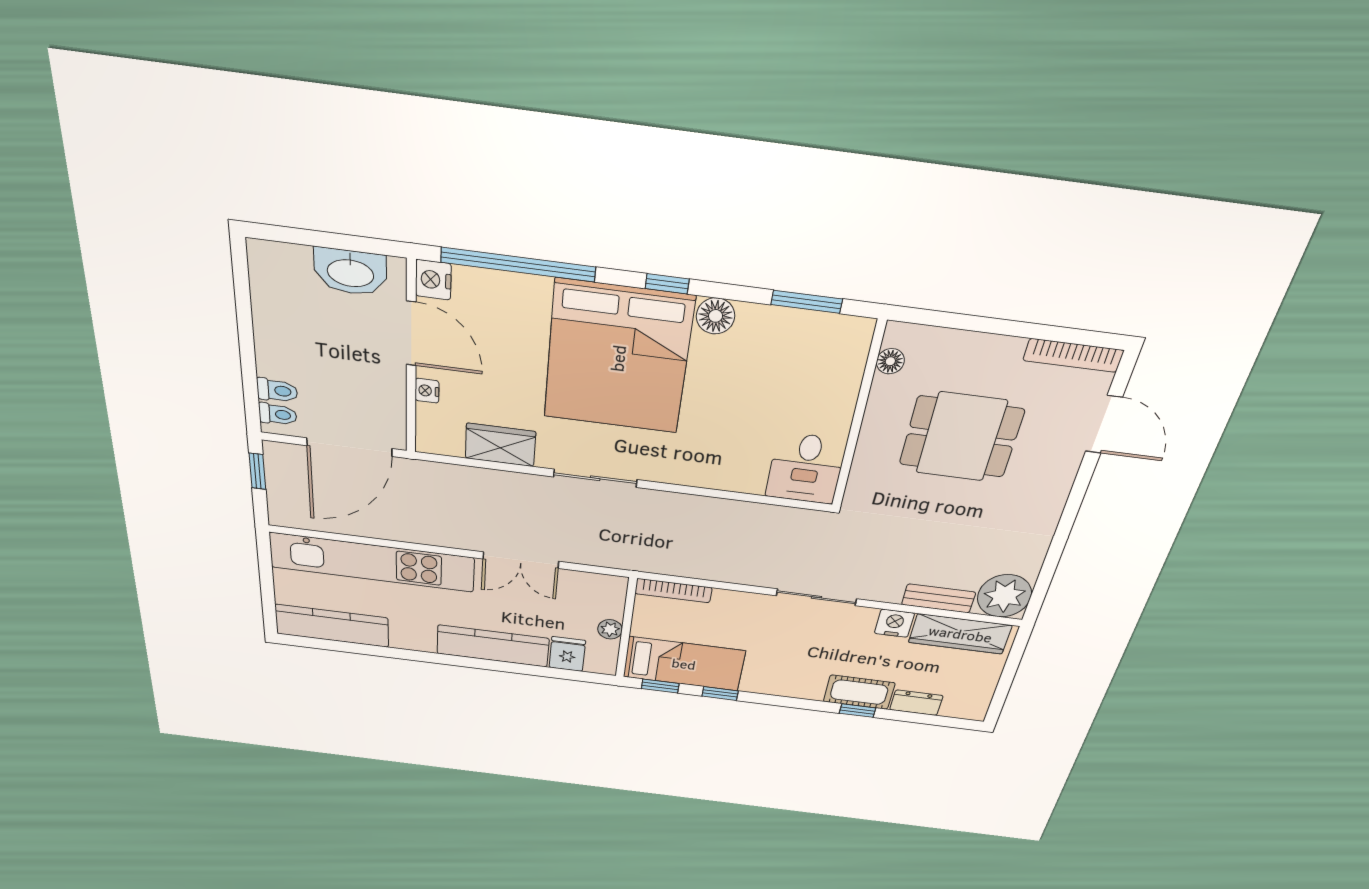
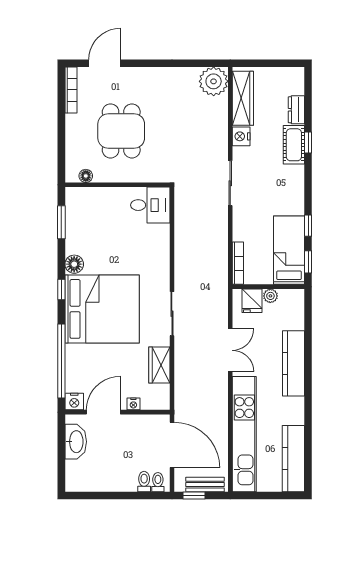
bench: (938, 598) -> (205, 485), moved, turned 90
fridge: (567, 654) -> (252, 301), moved, turned -90

